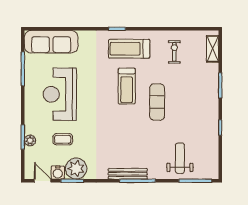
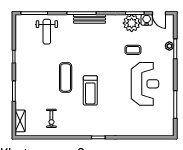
sofa: (51, 42) -> (152, 127), removed
treadmill: (129, 49) -> (88, 121), removed
treadmill: (127, 86) -> (90, 90), turned 180
coffee table: (63, 139) -> (133, 50), moved

